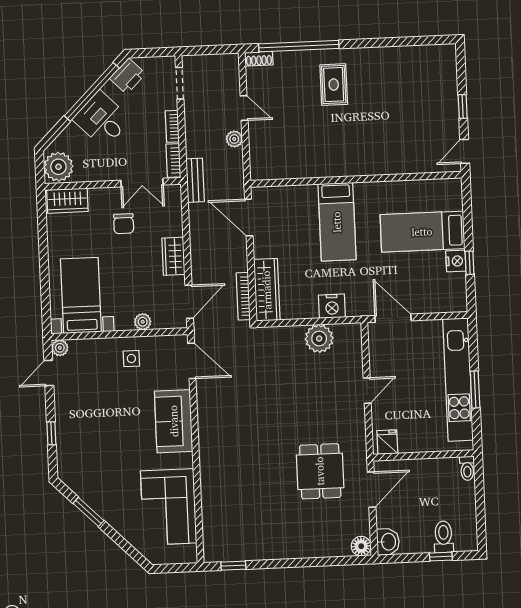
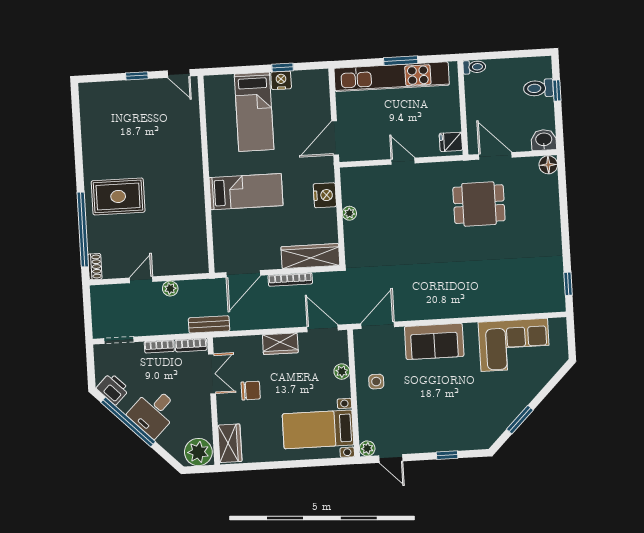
rug: (334, 85) -> (118, 196), width x1.36, depth x1.43
bookcase: (243, 296) -> (290, 280), moved
plant: (319, 339) -> (349, 213), width x0.53, depth x0.53

